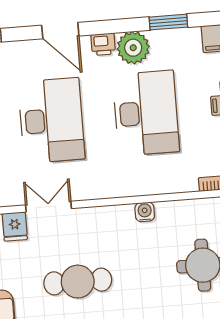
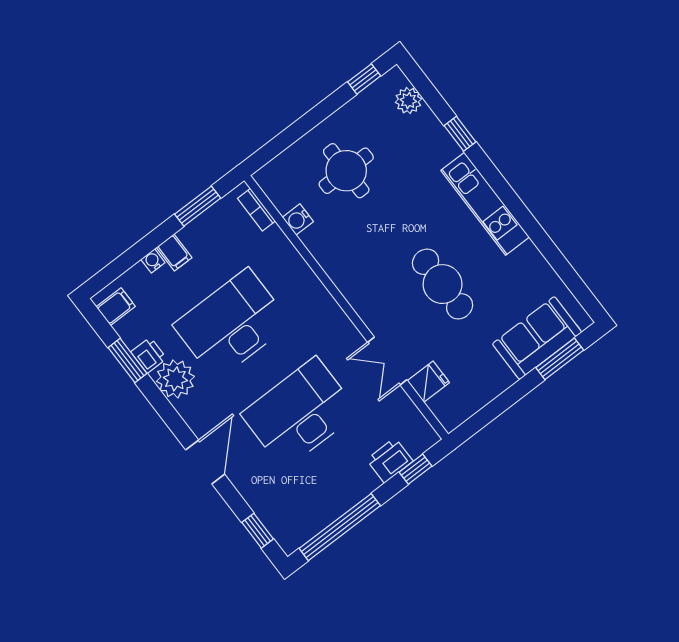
printer: (103, 44) -> (149, 355), moved
water cooler: (145, 212) -> (298, 219), moved

